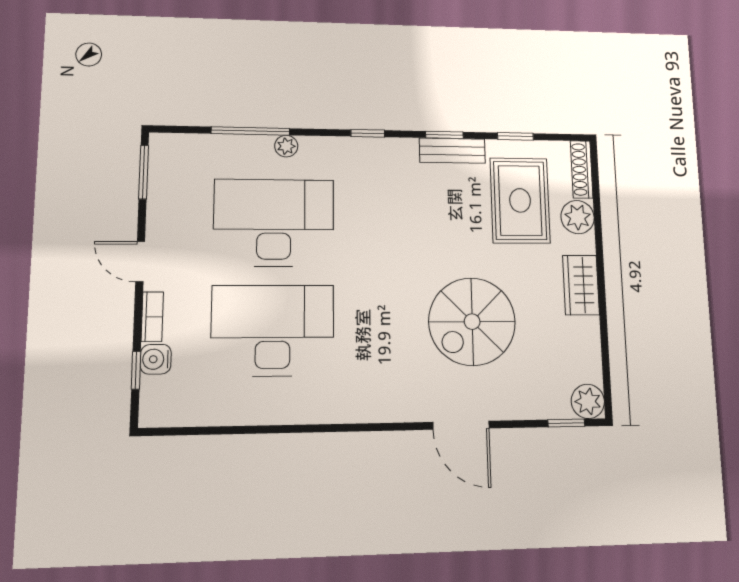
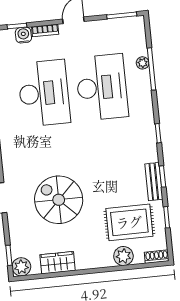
plant: (286, 146) -> (143, 63), moved
shoe rack: (582, 169) -> (157, 257), width x0.70
wardrobe: (581, 285) -> (58, 263), moved

